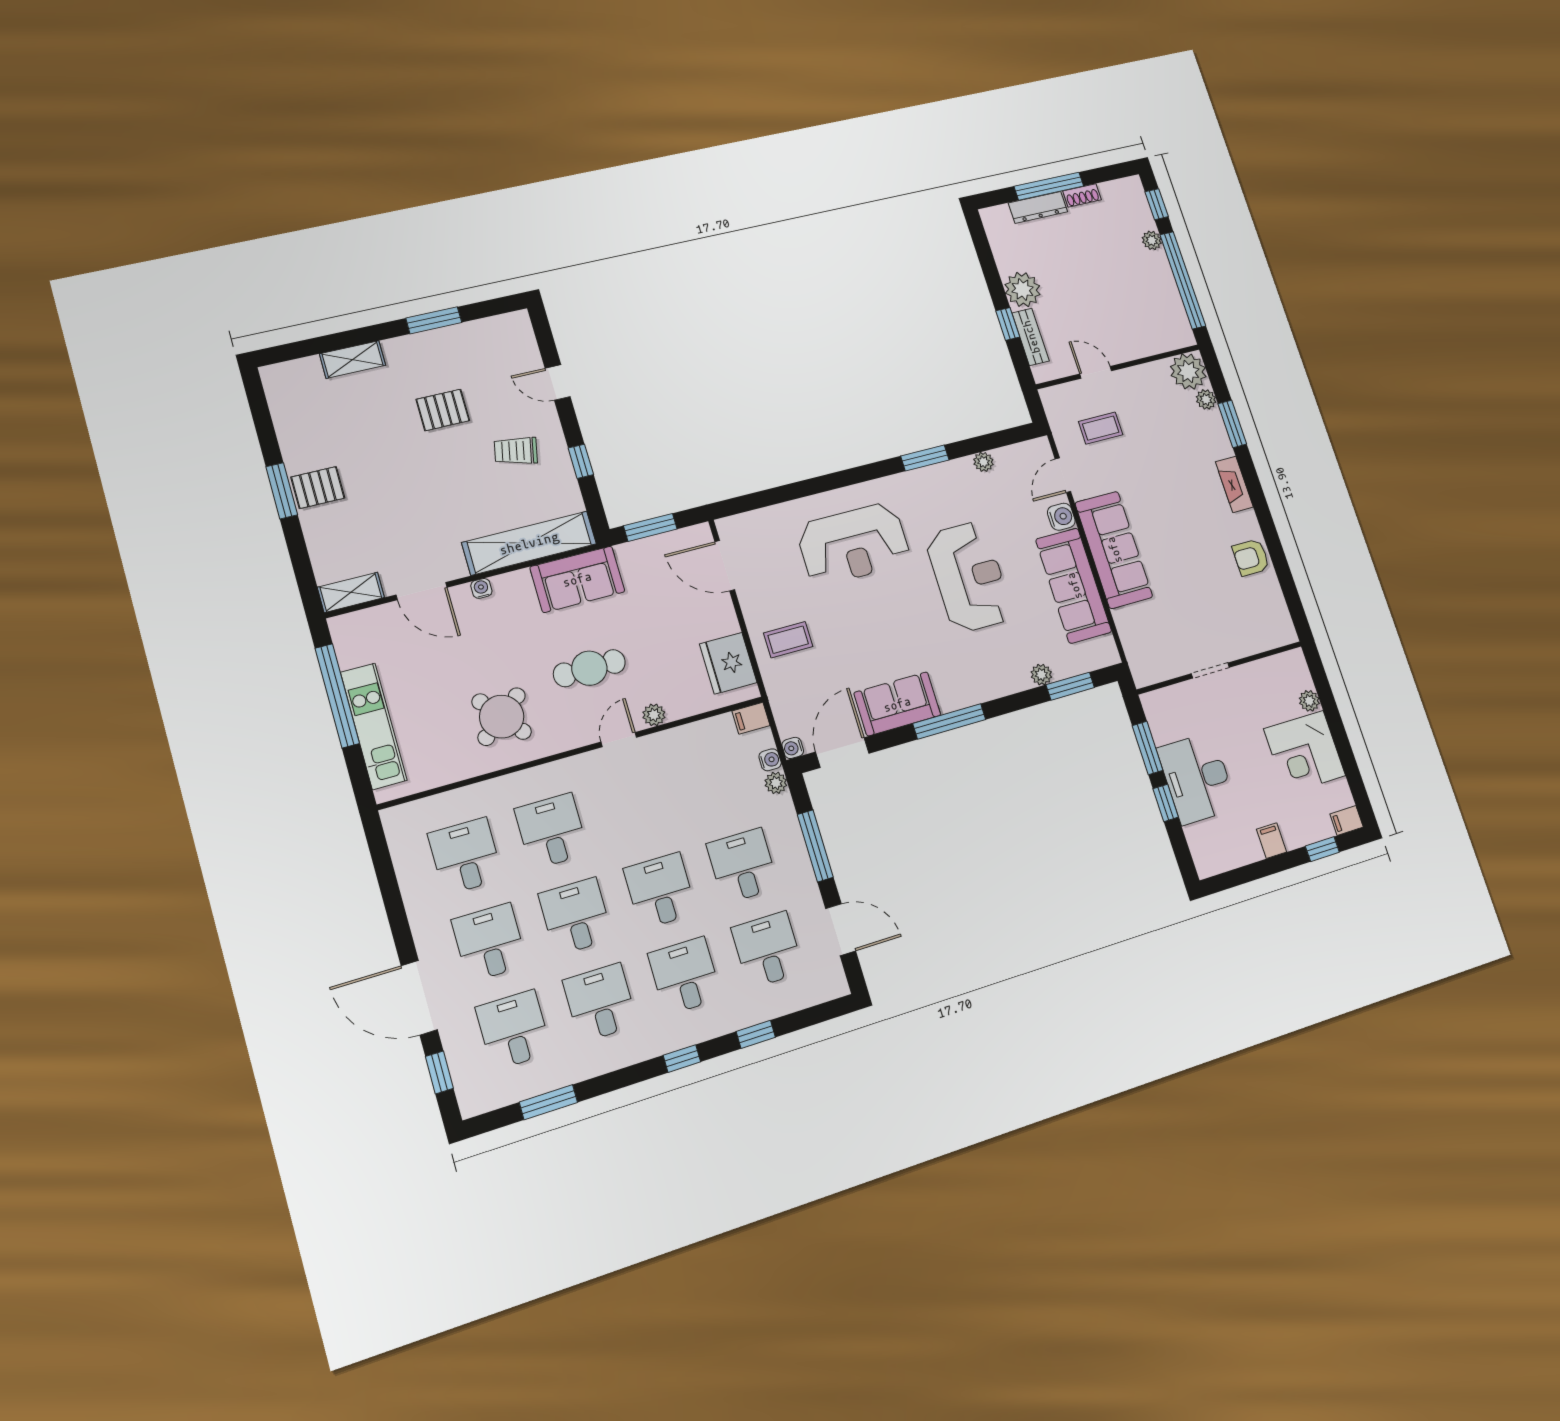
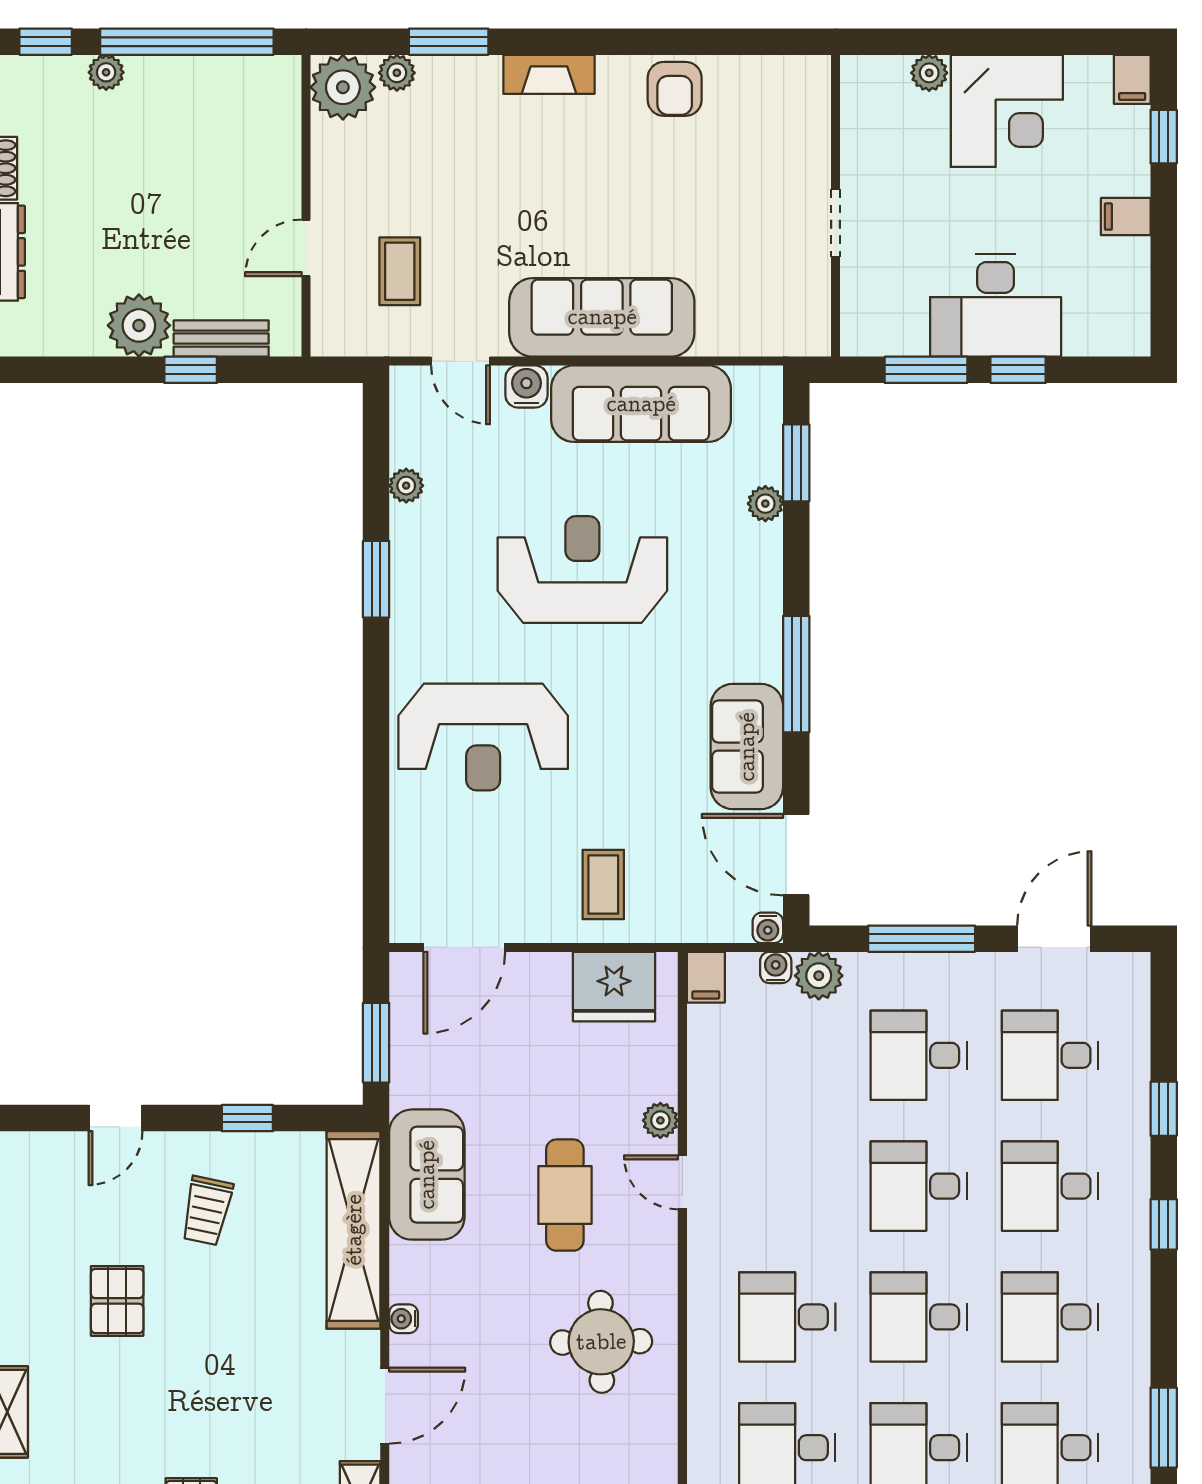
reception desk: (854, 544) -> (483, 737), turned 90
round table: (502, 717) -> (601, 1342), turned 38
plant: (776, 783) -> (819, 976), width x1.38, depth x1.38

